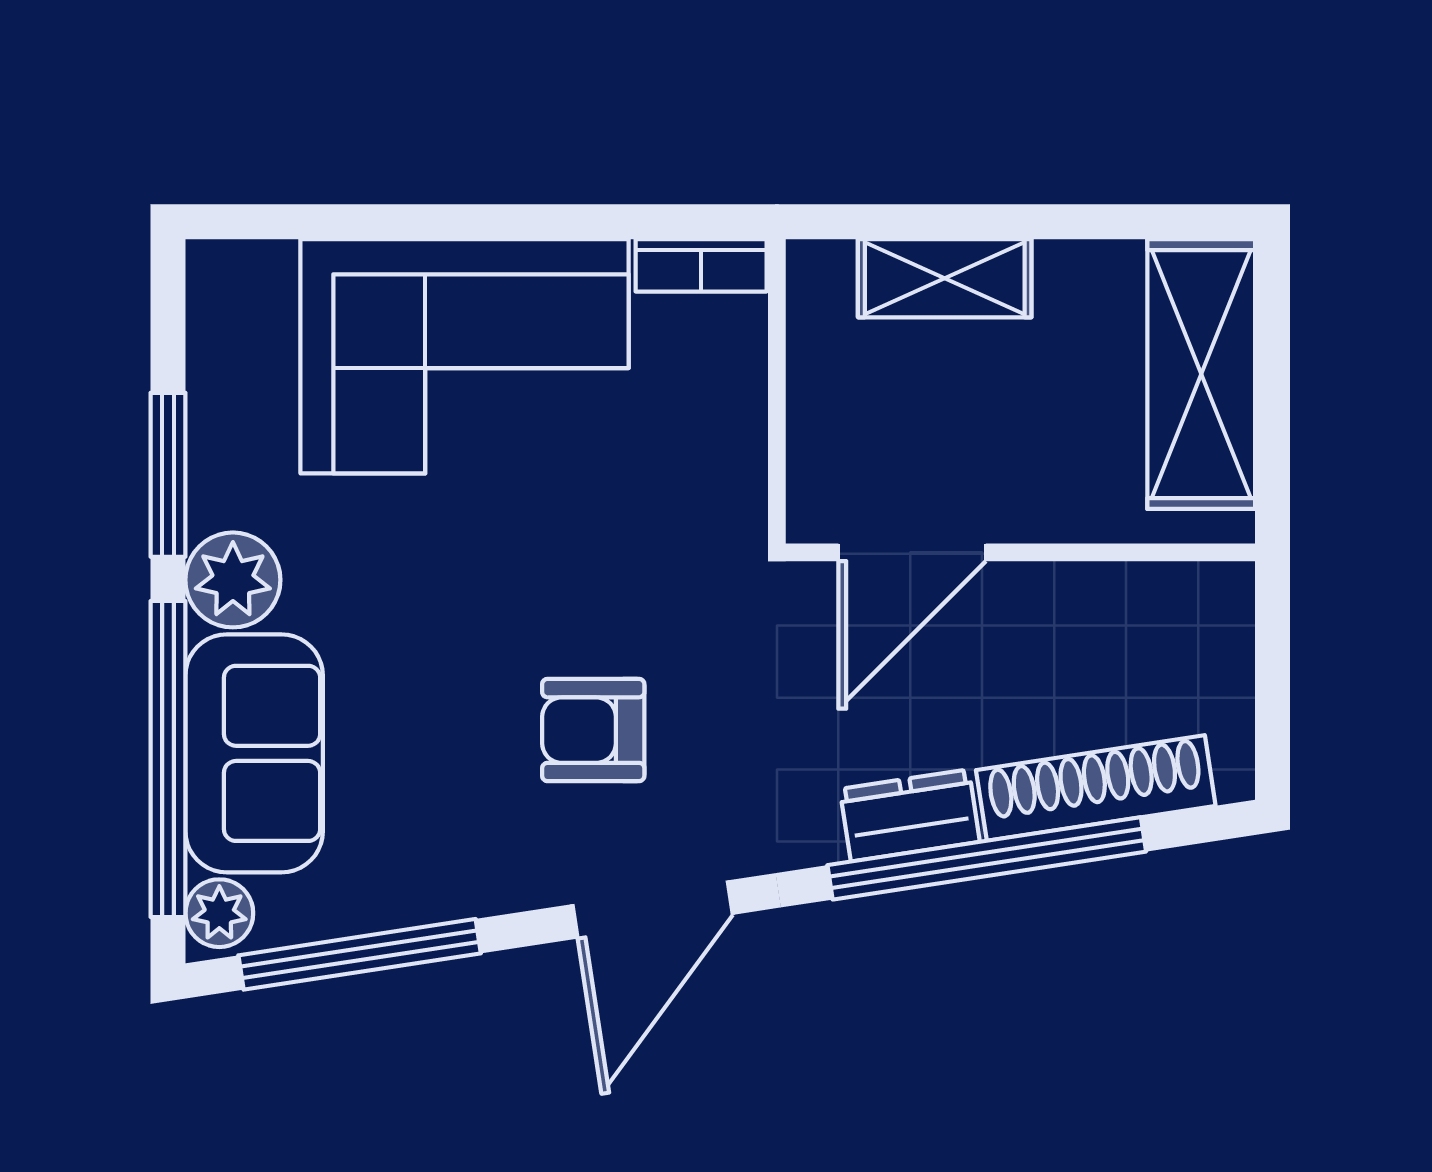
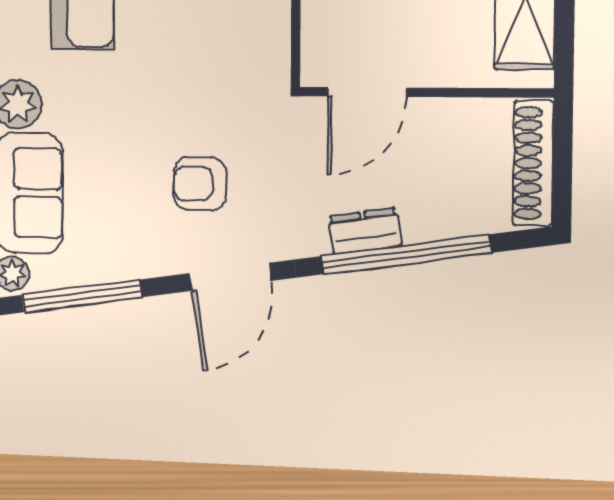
shoe rack: (1096, 788) -> (533, 163), moved, turned -81

